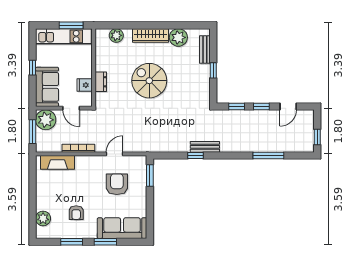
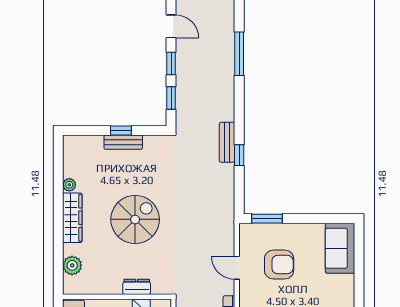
plant: (178, 37) -> (69, 185), width x0.53, depth x0.53
bench: (205, 50) -> (123, 142), moved
spiral stairs: (149, 81) -> (135, 219), turned 180
armchair: (117, 184) -> (279, 265), turned 180
sofa: (122, 228) -> (340, 248), width x0.73
window: (105, 242) -> (359, 281), removed

